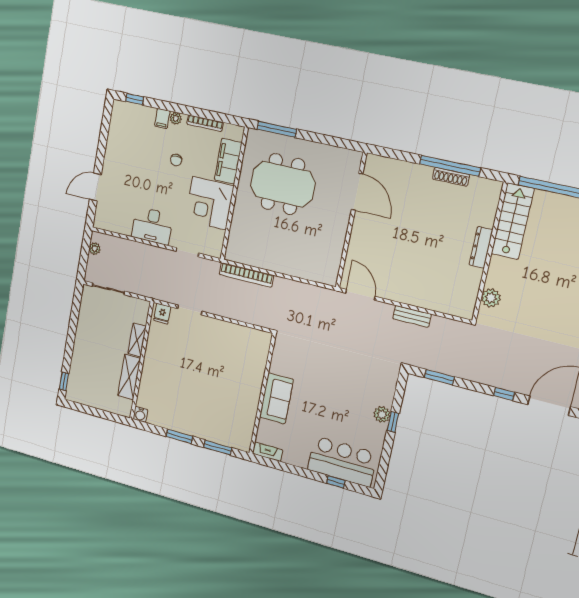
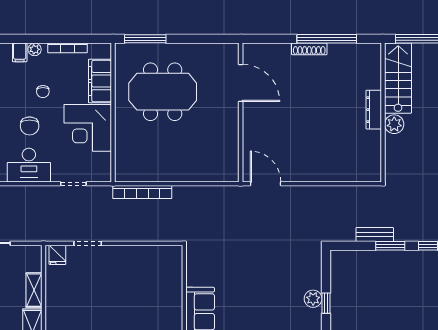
shoe rack: (451, 177) -> (309, 49), moved
chair: (159, 190) -> (30, 126), added
plant: (491, 298) -> (394, 124), moved
bench: (412, 316) -> (375, 235), moved
window: (439, 377) -> (390, 246), moved

